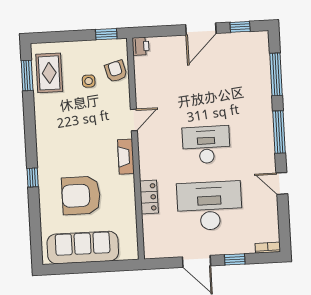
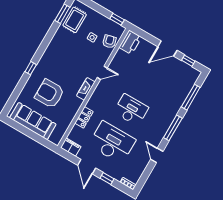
printer: (141, 46) -> (130, 42), width x1.87, depth x1.48
filing cabinet: (158, 249) -> (71, 147), added

